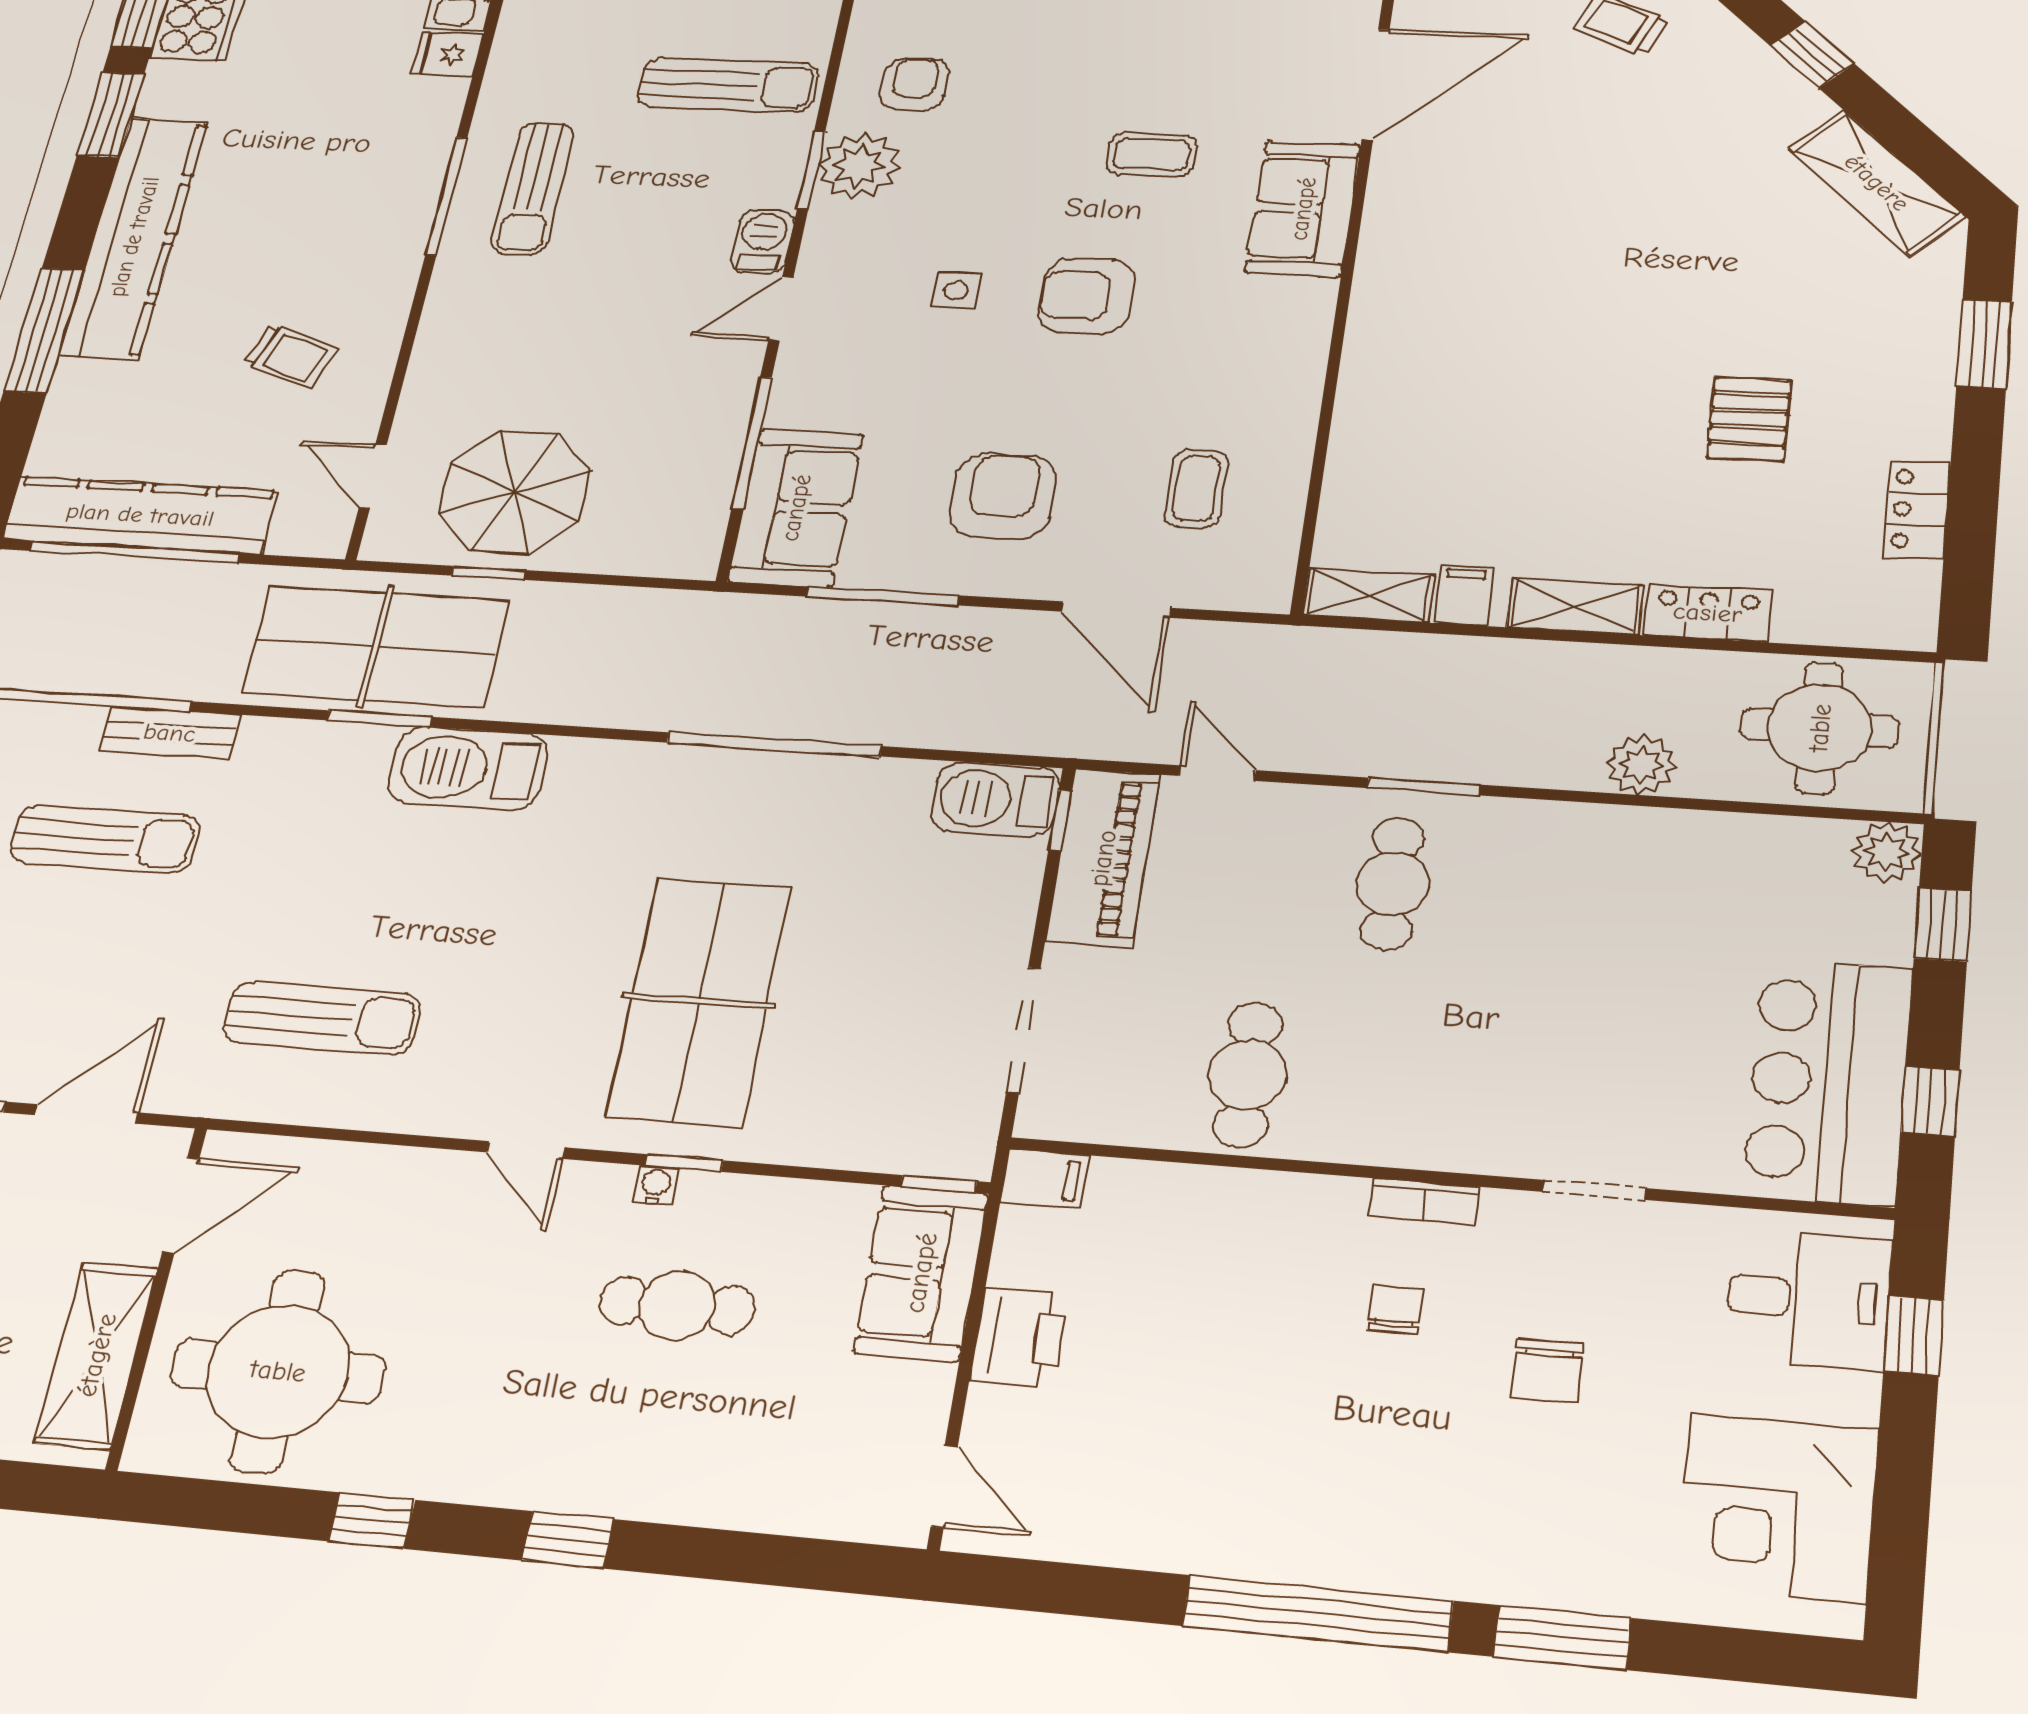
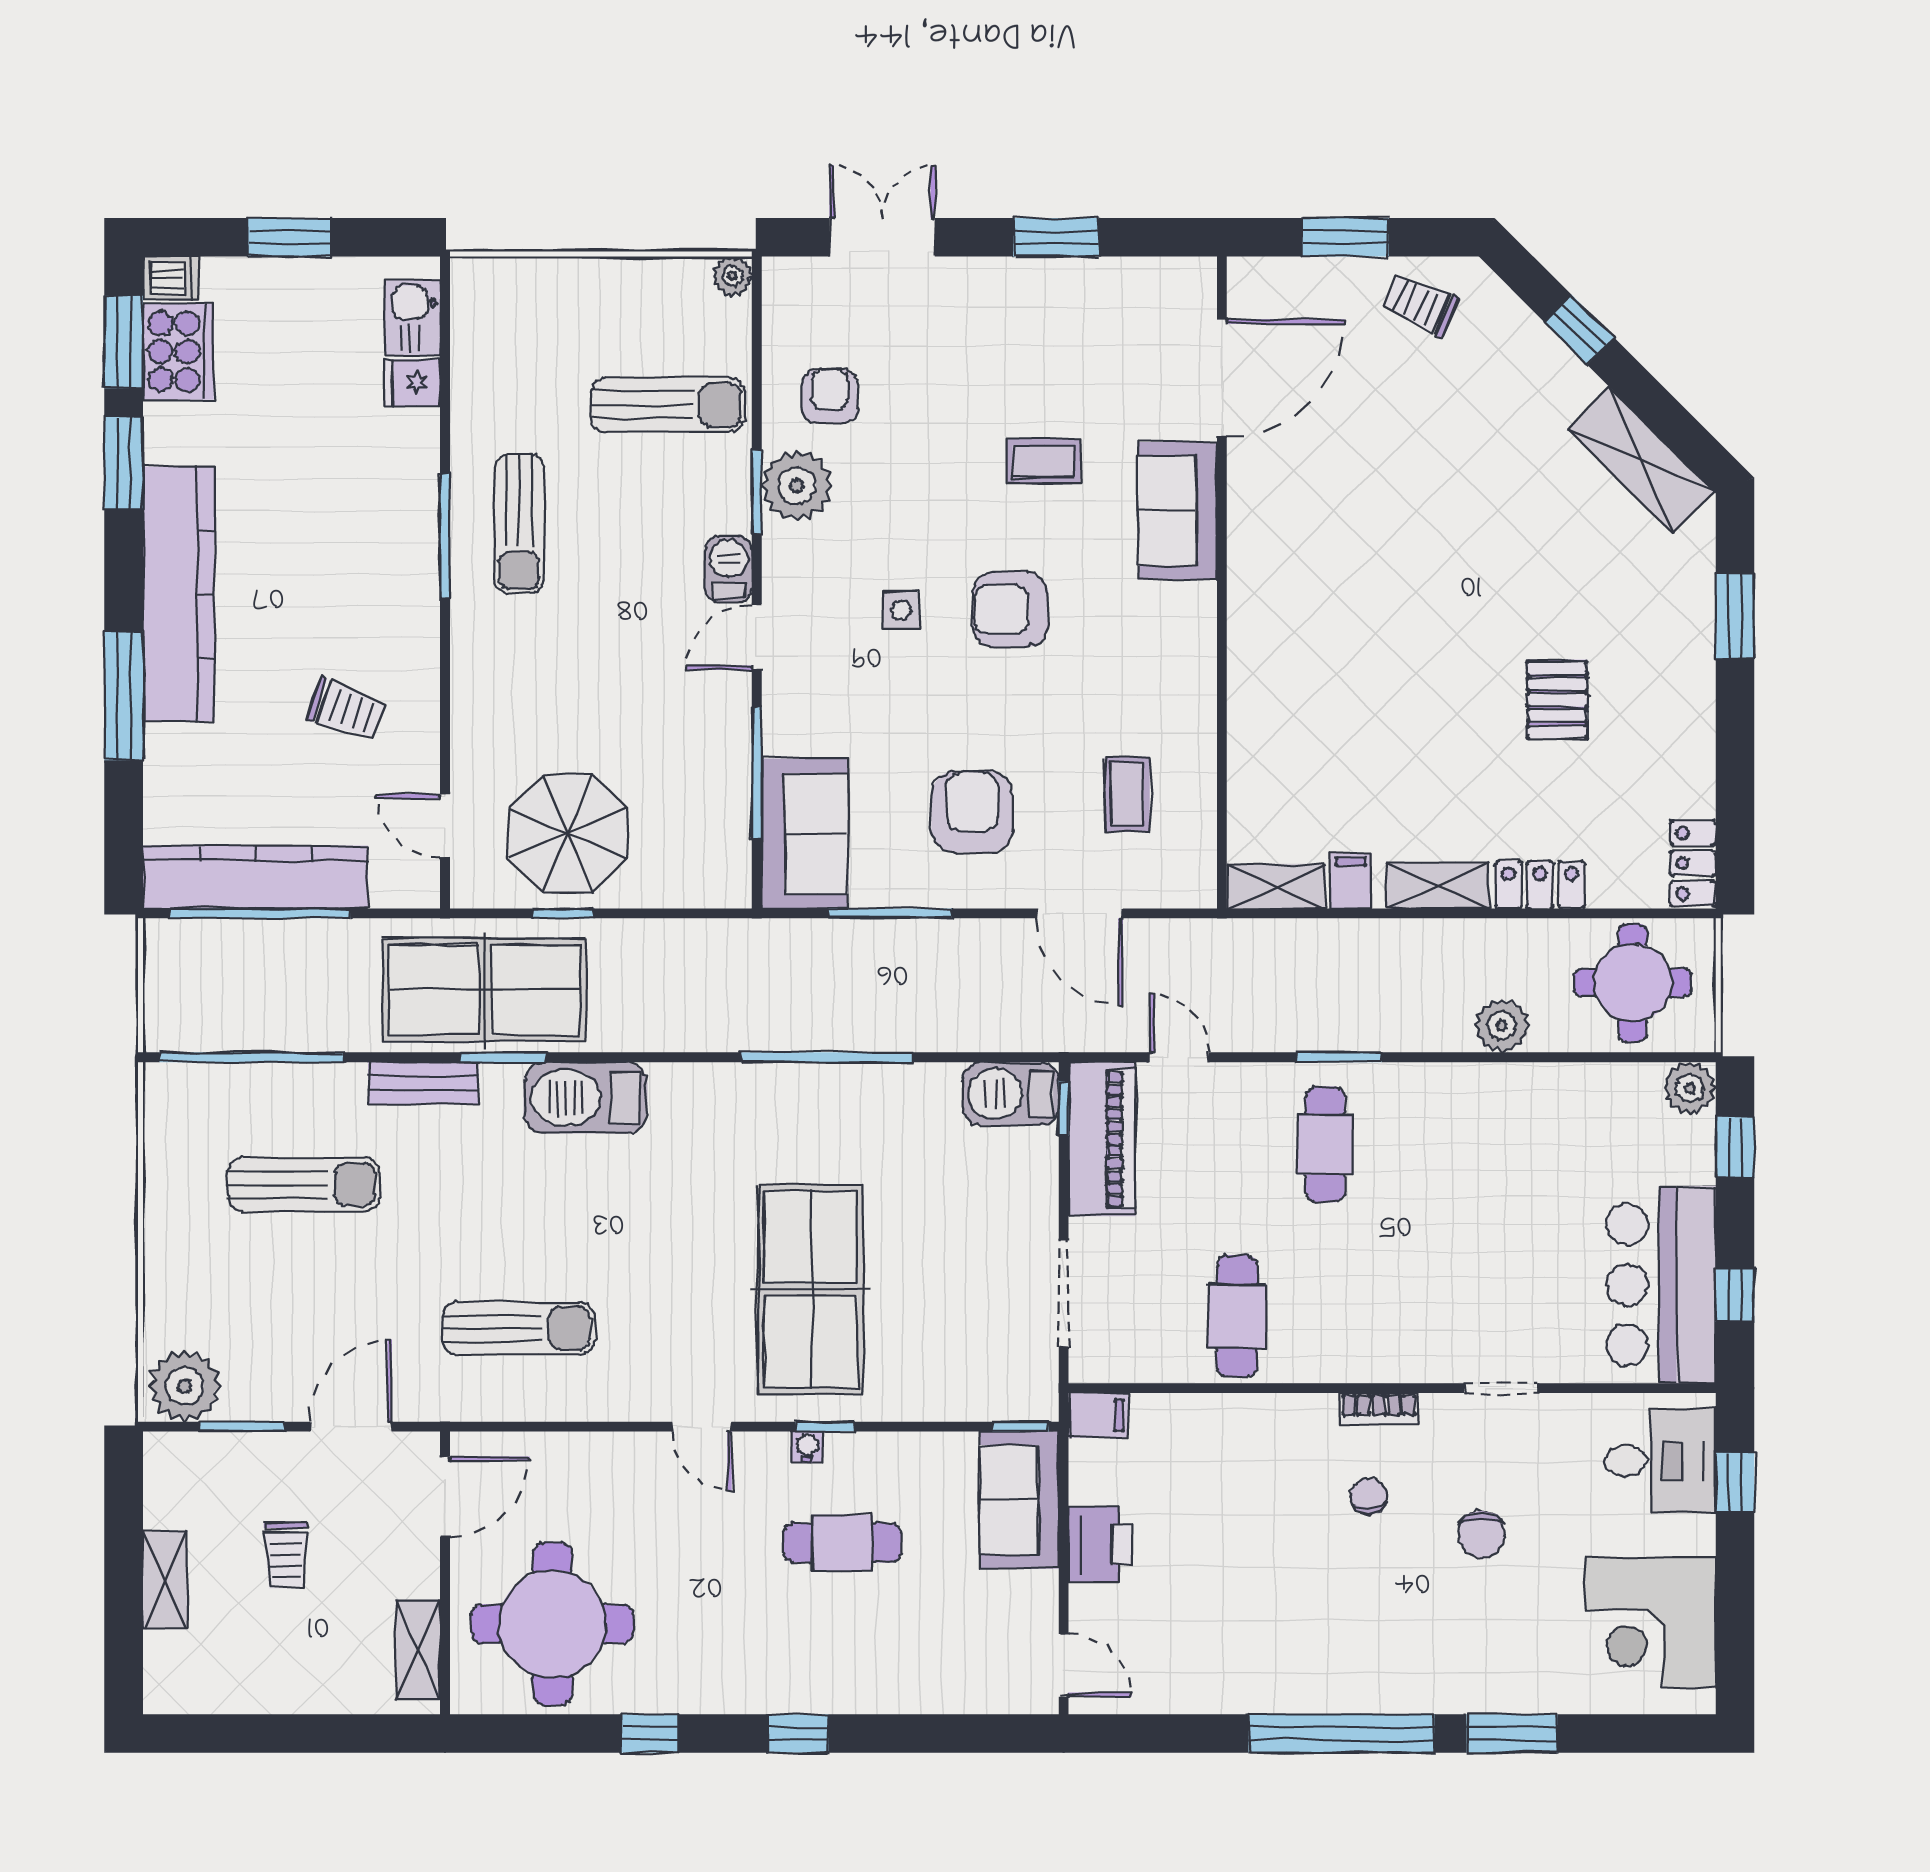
locker: (1917, 510) -> (1693, 863), moved
bench: (170, 733) -> (423, 1083), moved
shelving: (97, 1355) -> (418, 1649), width x0.67, depth x0.75

